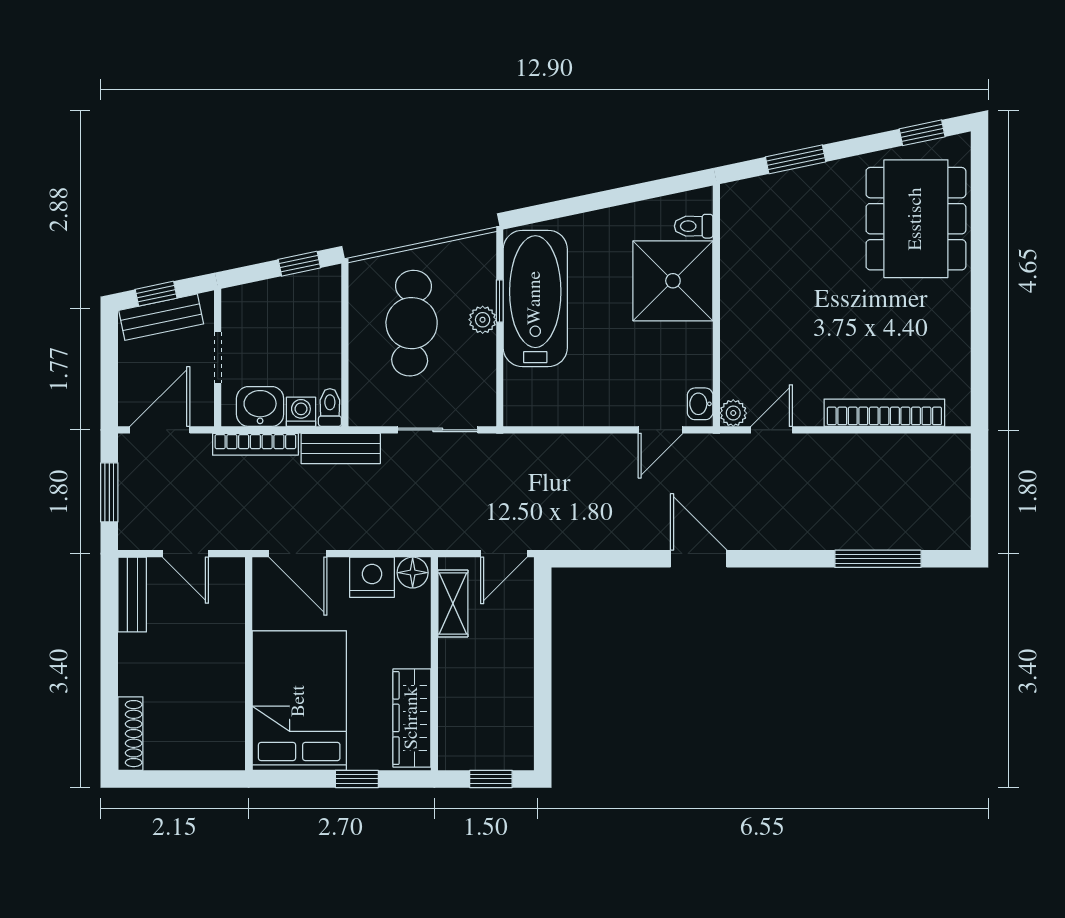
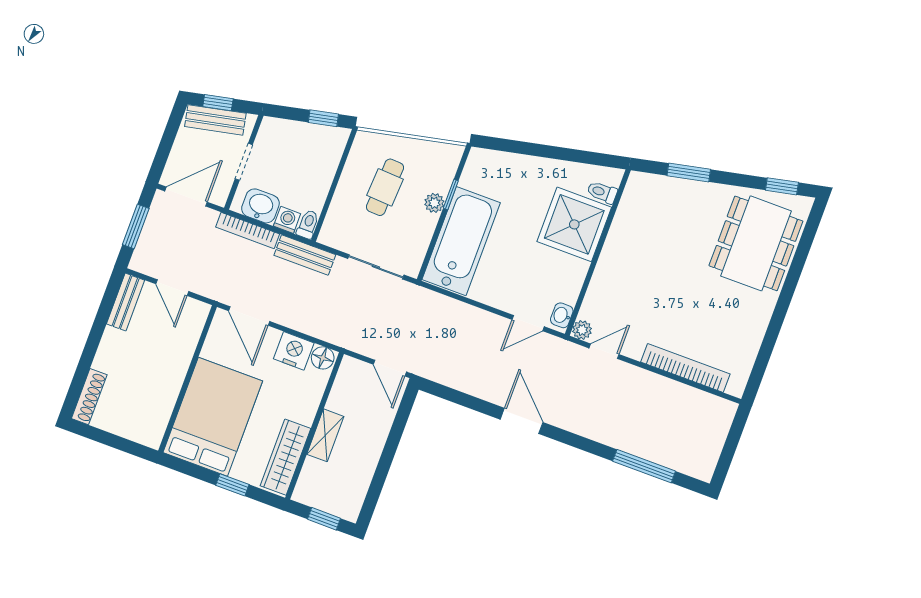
bathtub: (535, 298) -> (461, 241), moved
cafe table: (412, 323) -> (385, 187), width x0.73, depth x0.74
door: (504, 554) -> (390, 368), hinge flipped
shelving: (453, 603) -> (325, 435), moved

